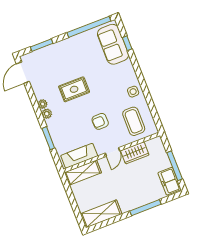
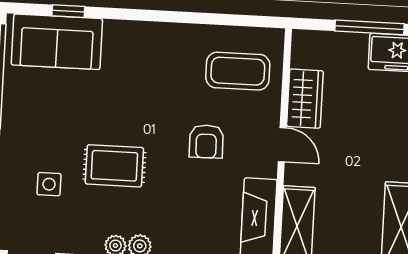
rug: (74, 89) -> (114, 166), turned 90
side table: (133, 92) -> (49, 184), moved

